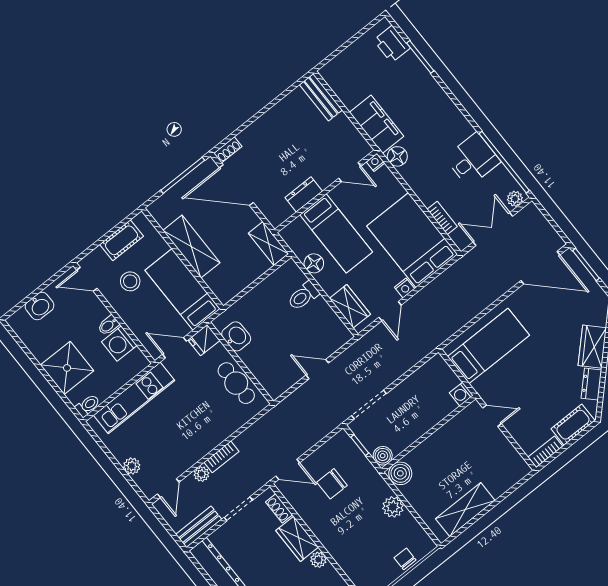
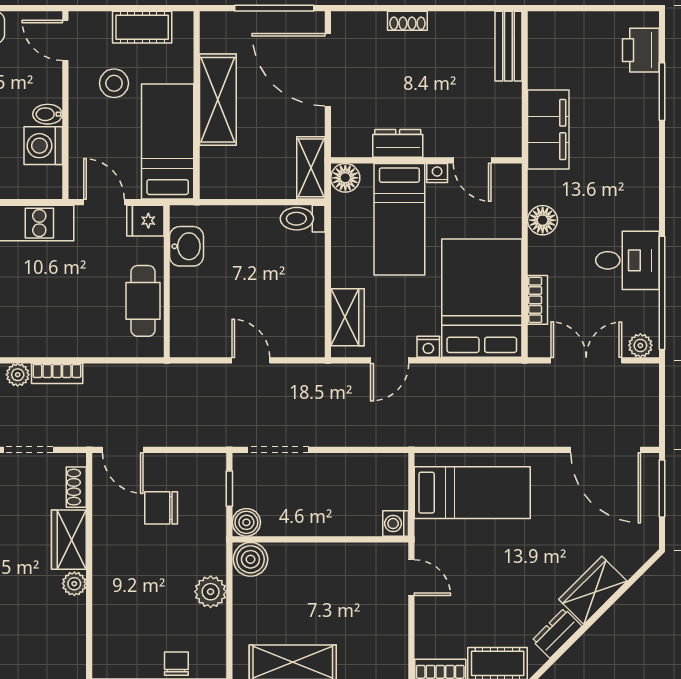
shoe rack: (228, 150) -> (407, 21), moved
floor lamp: (397, 156) -> (543, 220), moved
nightstand: (376, 162) -> (437, 173), moved
floor lamp: (314, 263) -> (345, 178), moved
toilet: (303, 296) -> (303, 219), moved

